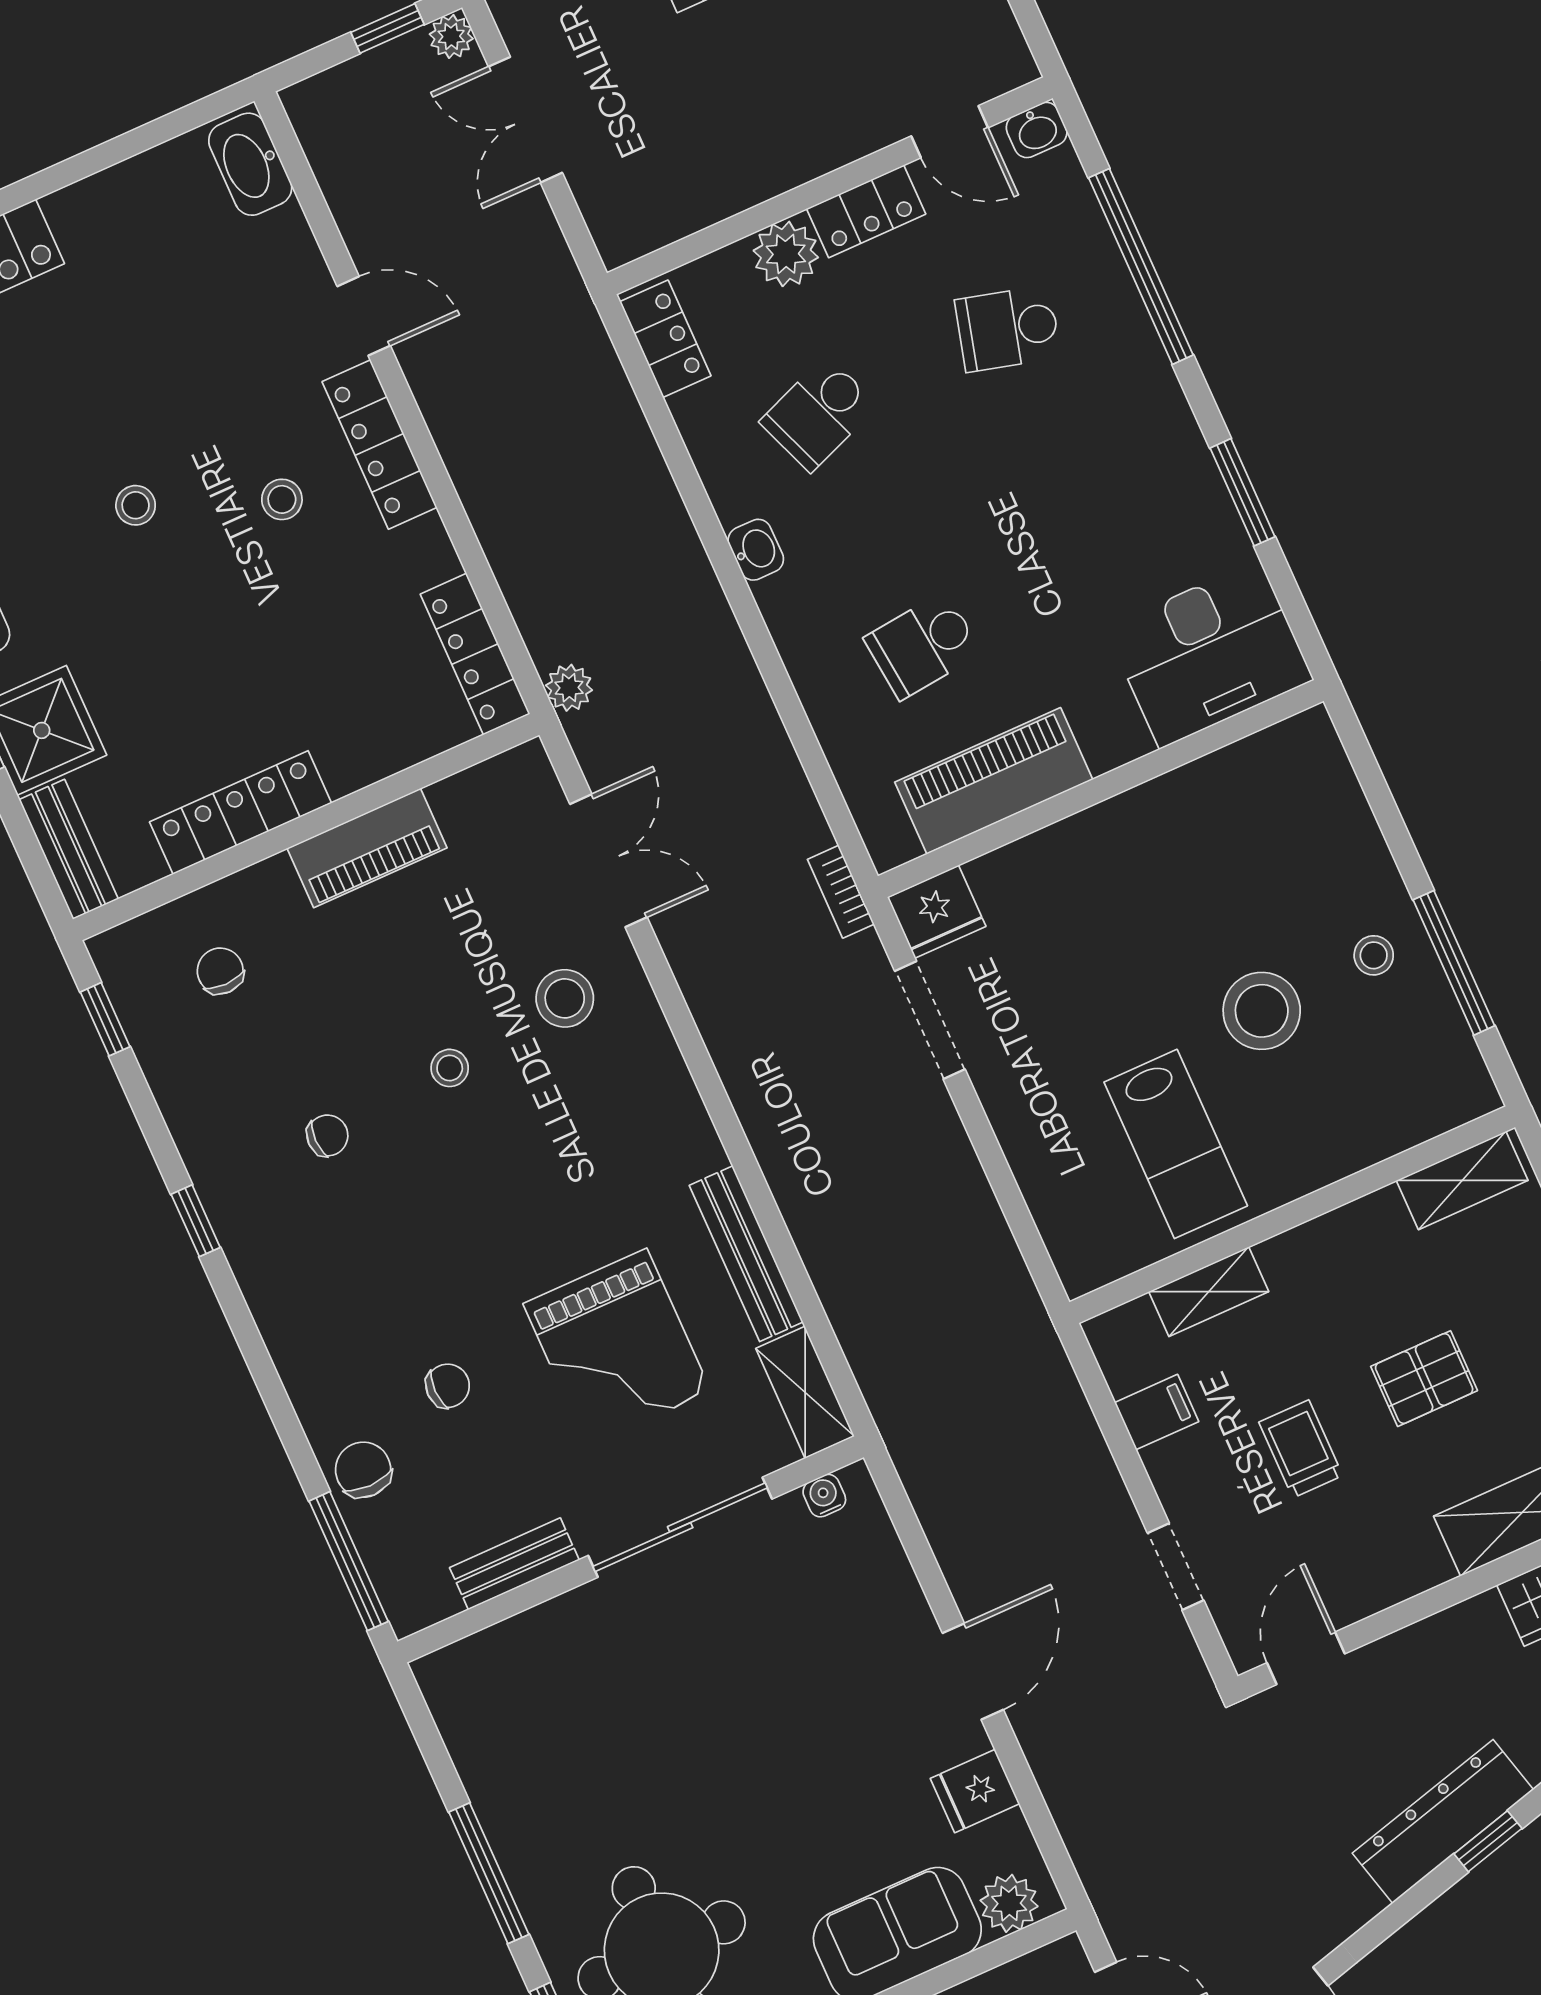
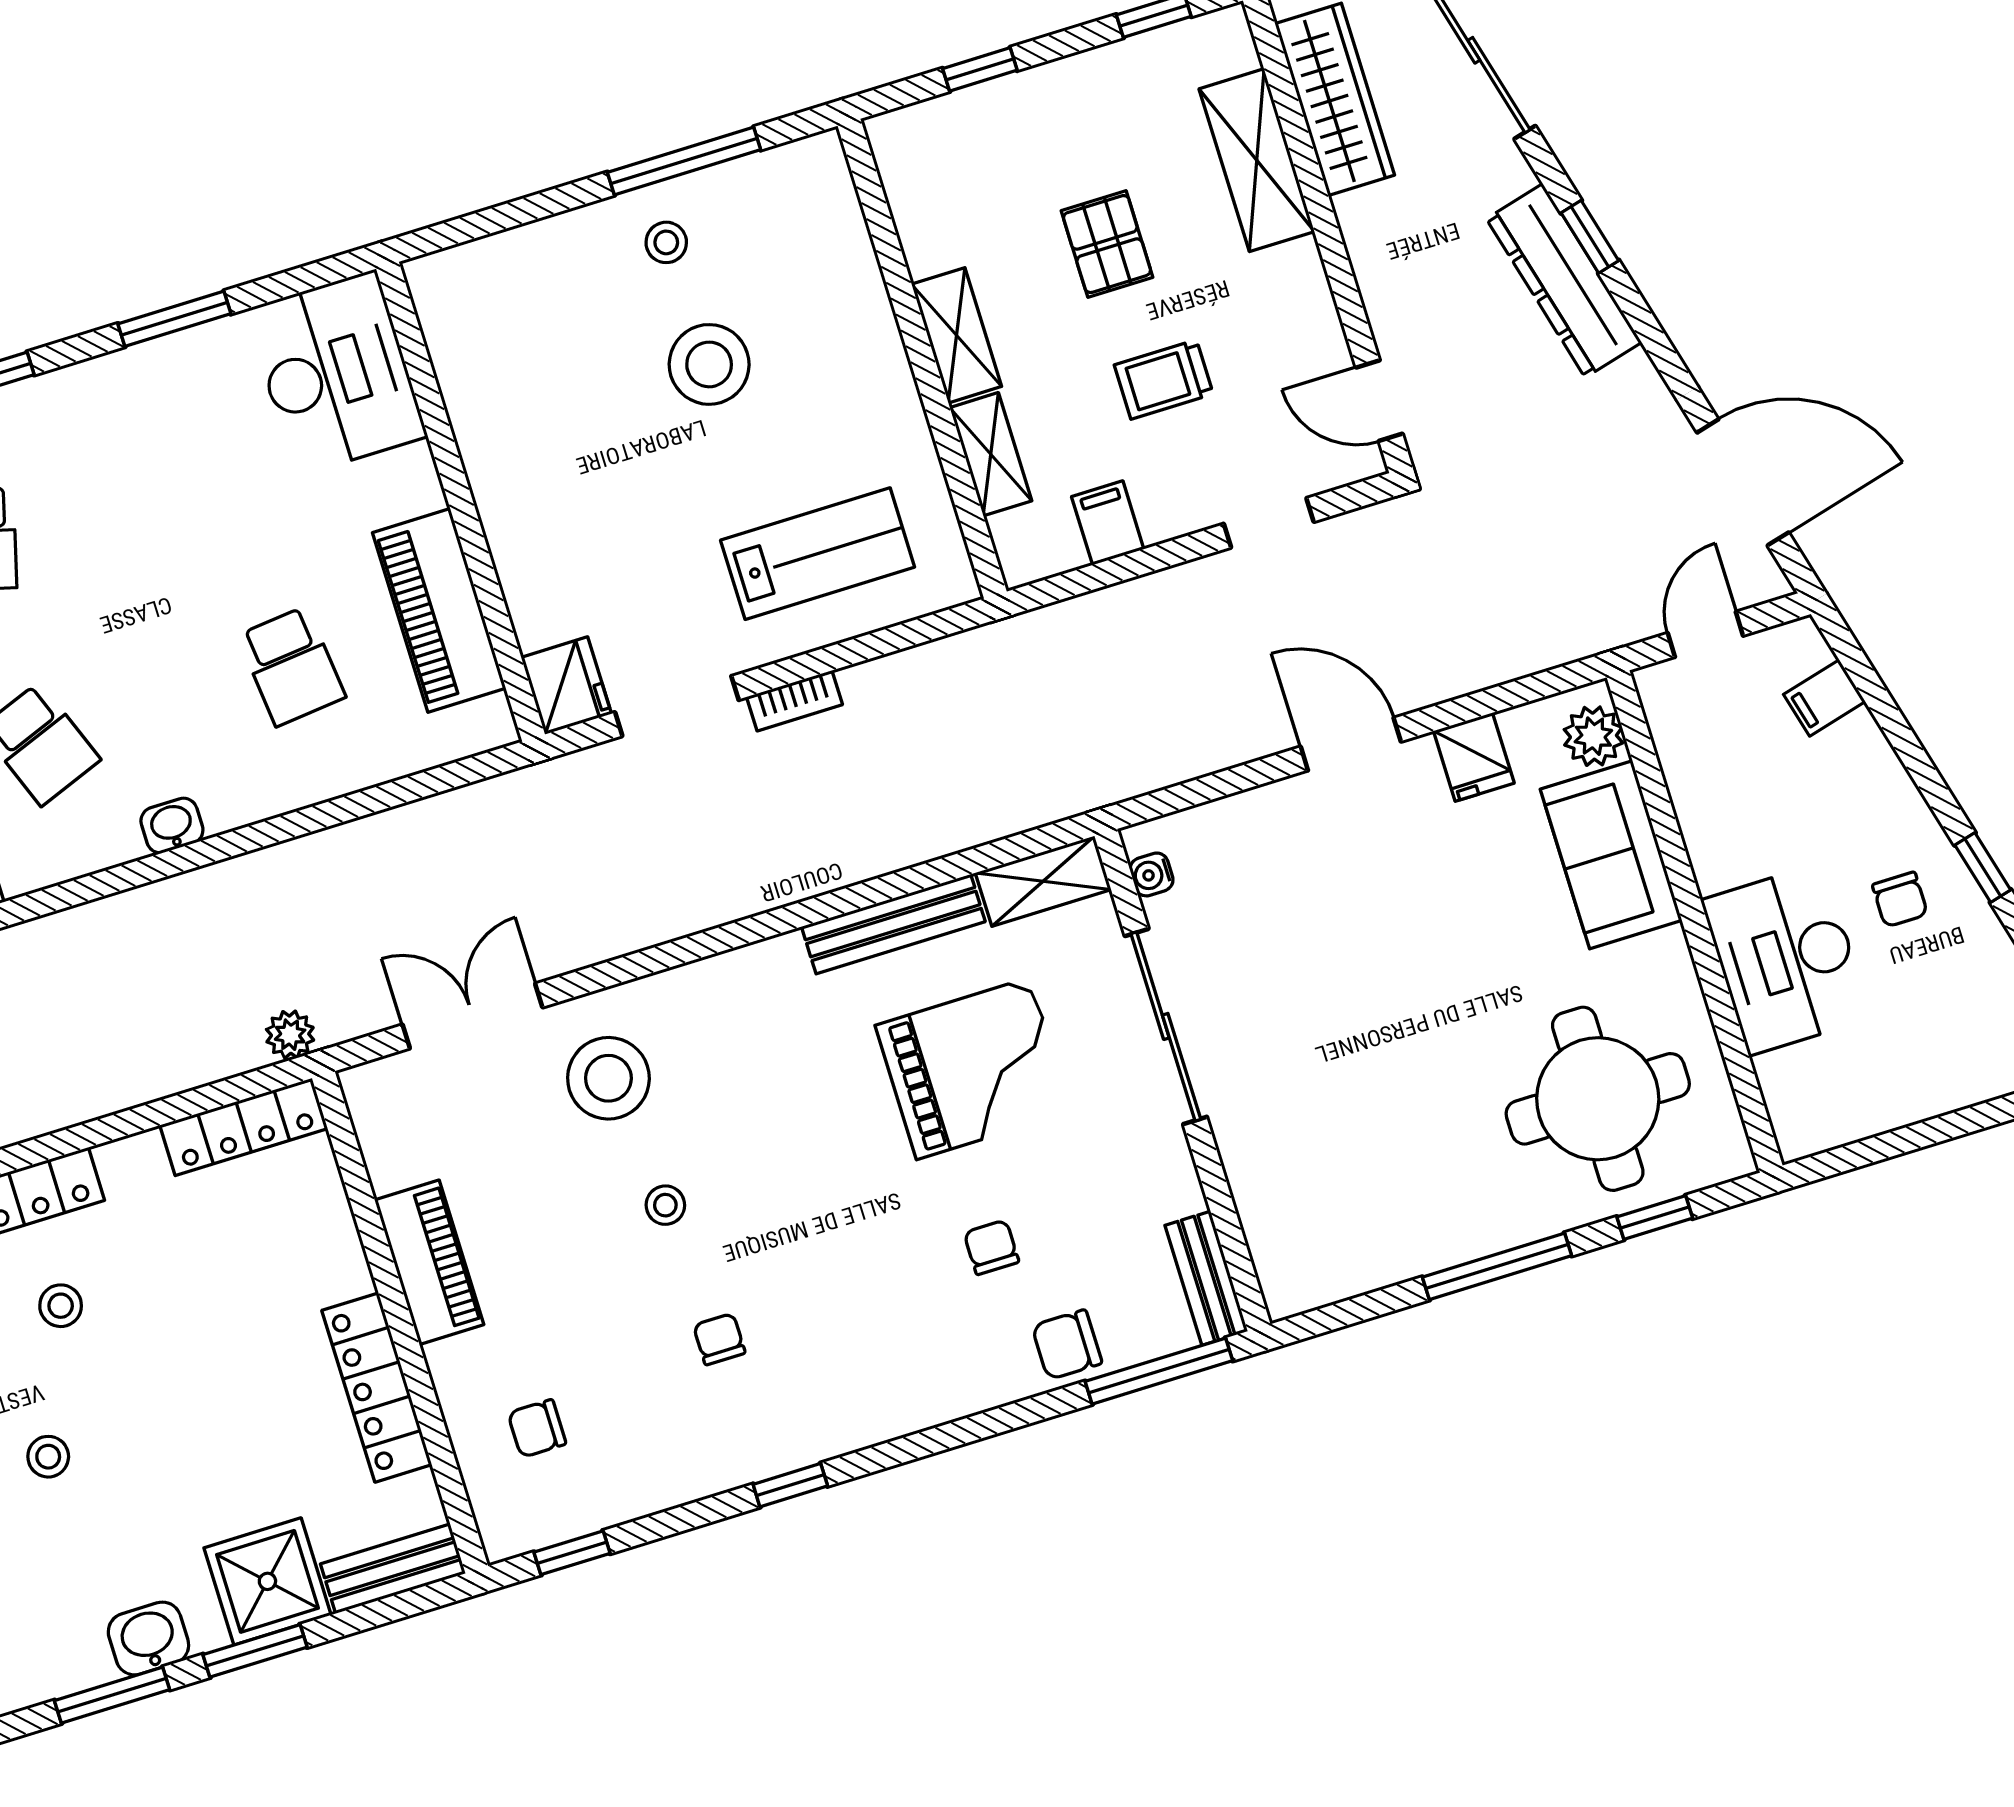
bookcase: (841, 892) -> (794, 701), moved
stool: (565, 998) -> (608, 1078), width x1.38, depth x1.38
lab bench: (1176, 1144) -> (818, 554), moved
shelving: (1462, 1180) -> (957, 335), moved
bench: (514, 1564) -> (1206, 1278), moved

